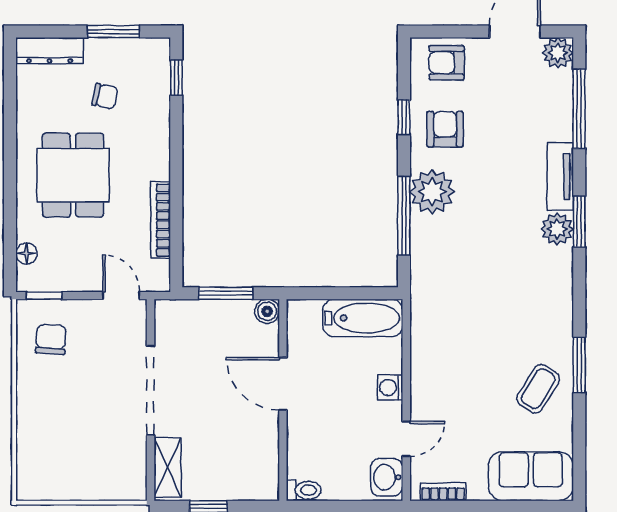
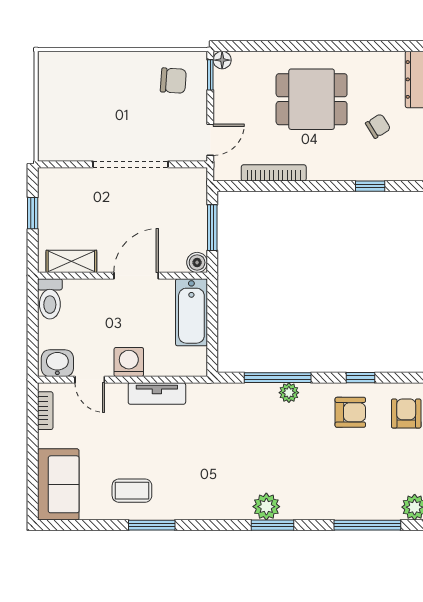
window: (176, 78) -> (370, 186), moved
chair: (105, 96) -> (378, 126), turned -134
tv unit: (560, 176) -> (157, 394), moved, turned 180
plant: (432, 192) -> (289, 393), width x0.53, depth x0.53
floor lamp: (26, 253) -> (222, 60), moved
bathtub: (363, 318) -> (191, 312), moved
washing machine: (390, 388) -> (129, 362), width x1.38, depth x1.38
coffee table: (538, 389) -> (132, 491), turned -32
shelving: (168, 468) -> (71, 261), moved
toilet: (304, 490) -> (50, 299), width x1.37, depth x1.39

